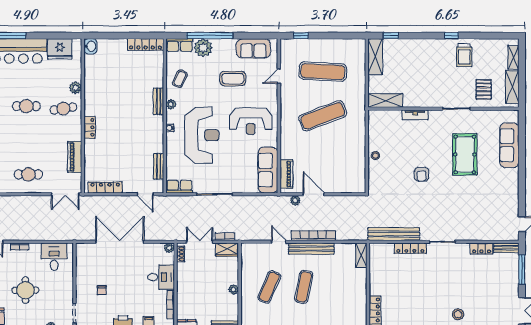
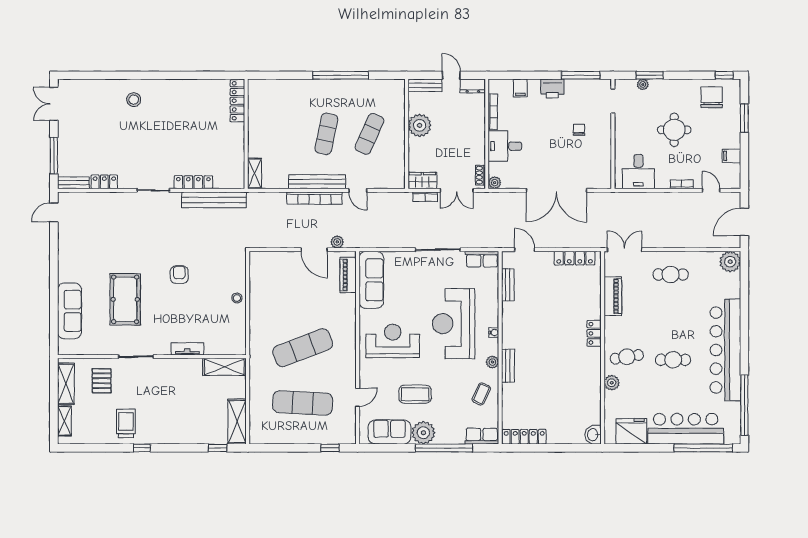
plant: (203, 48) -> (423, 433), moved
plant: (234, 289) -> (420, 125), width x1.88, depth x1.88

